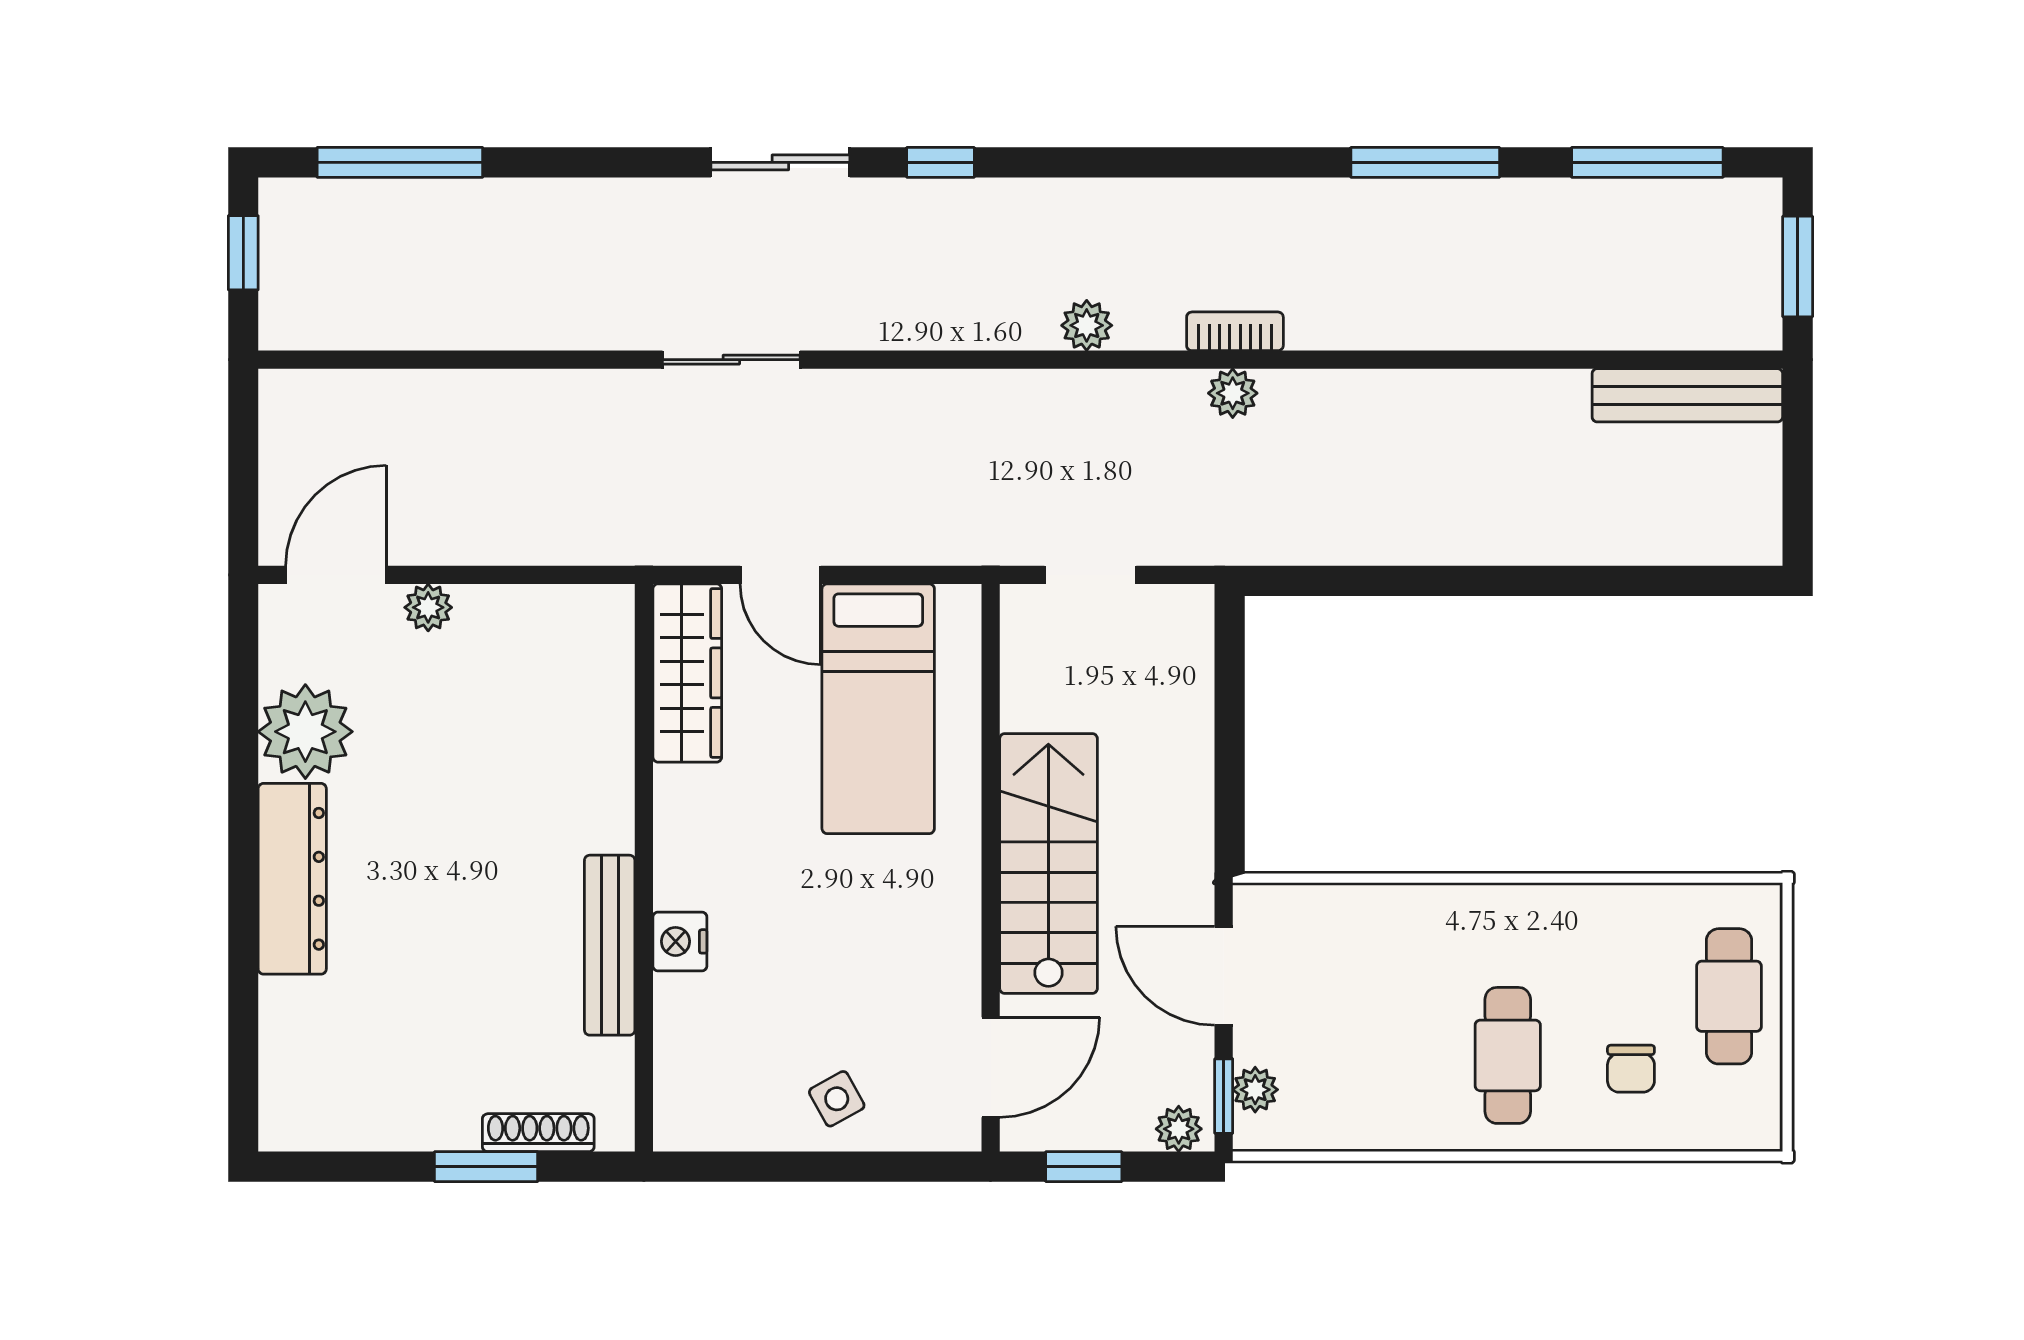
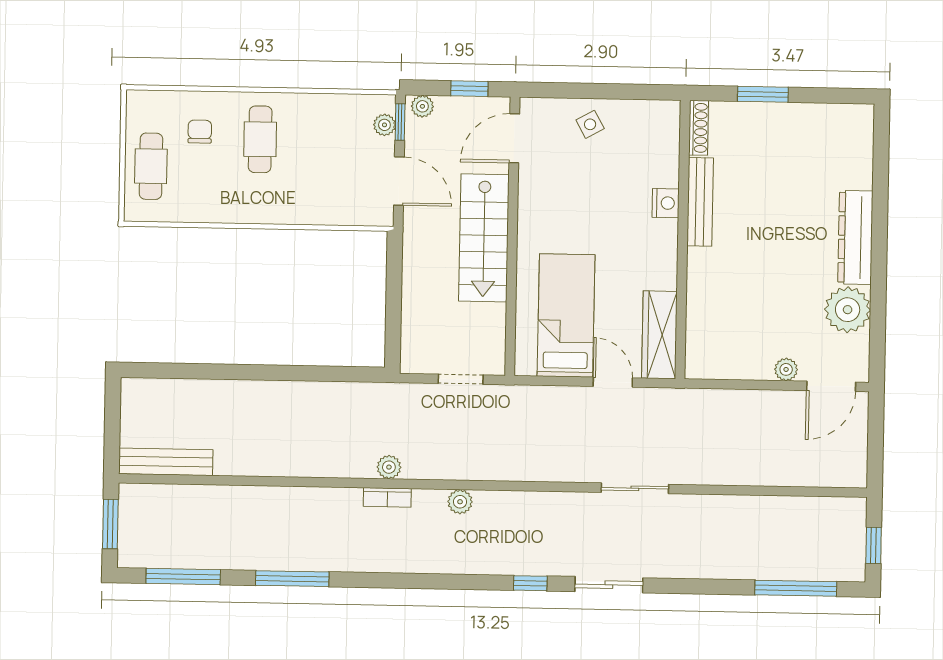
shoe rack: (538, 1133) -> (699, 128), moved, turned -90

